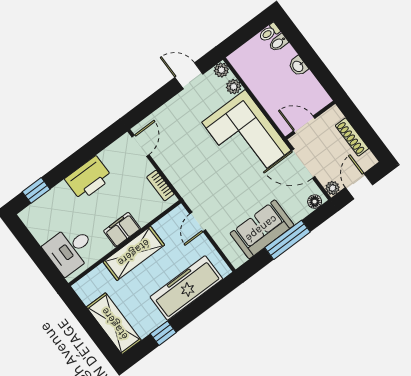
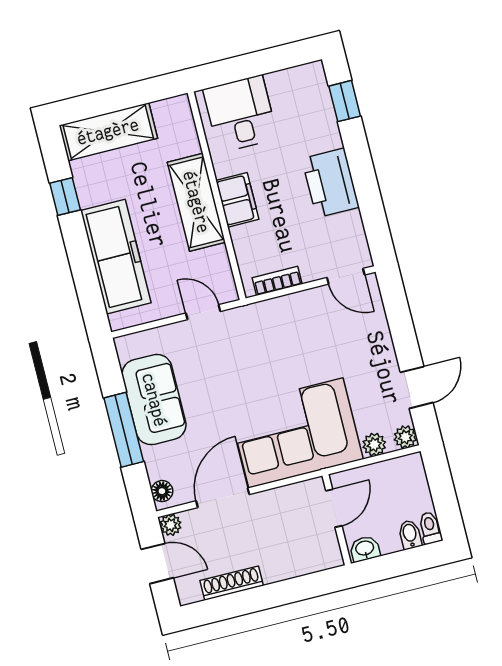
wall: (310, 120) -> (337, 520), moved
door: (304, 125) -> (334, 508), moved

